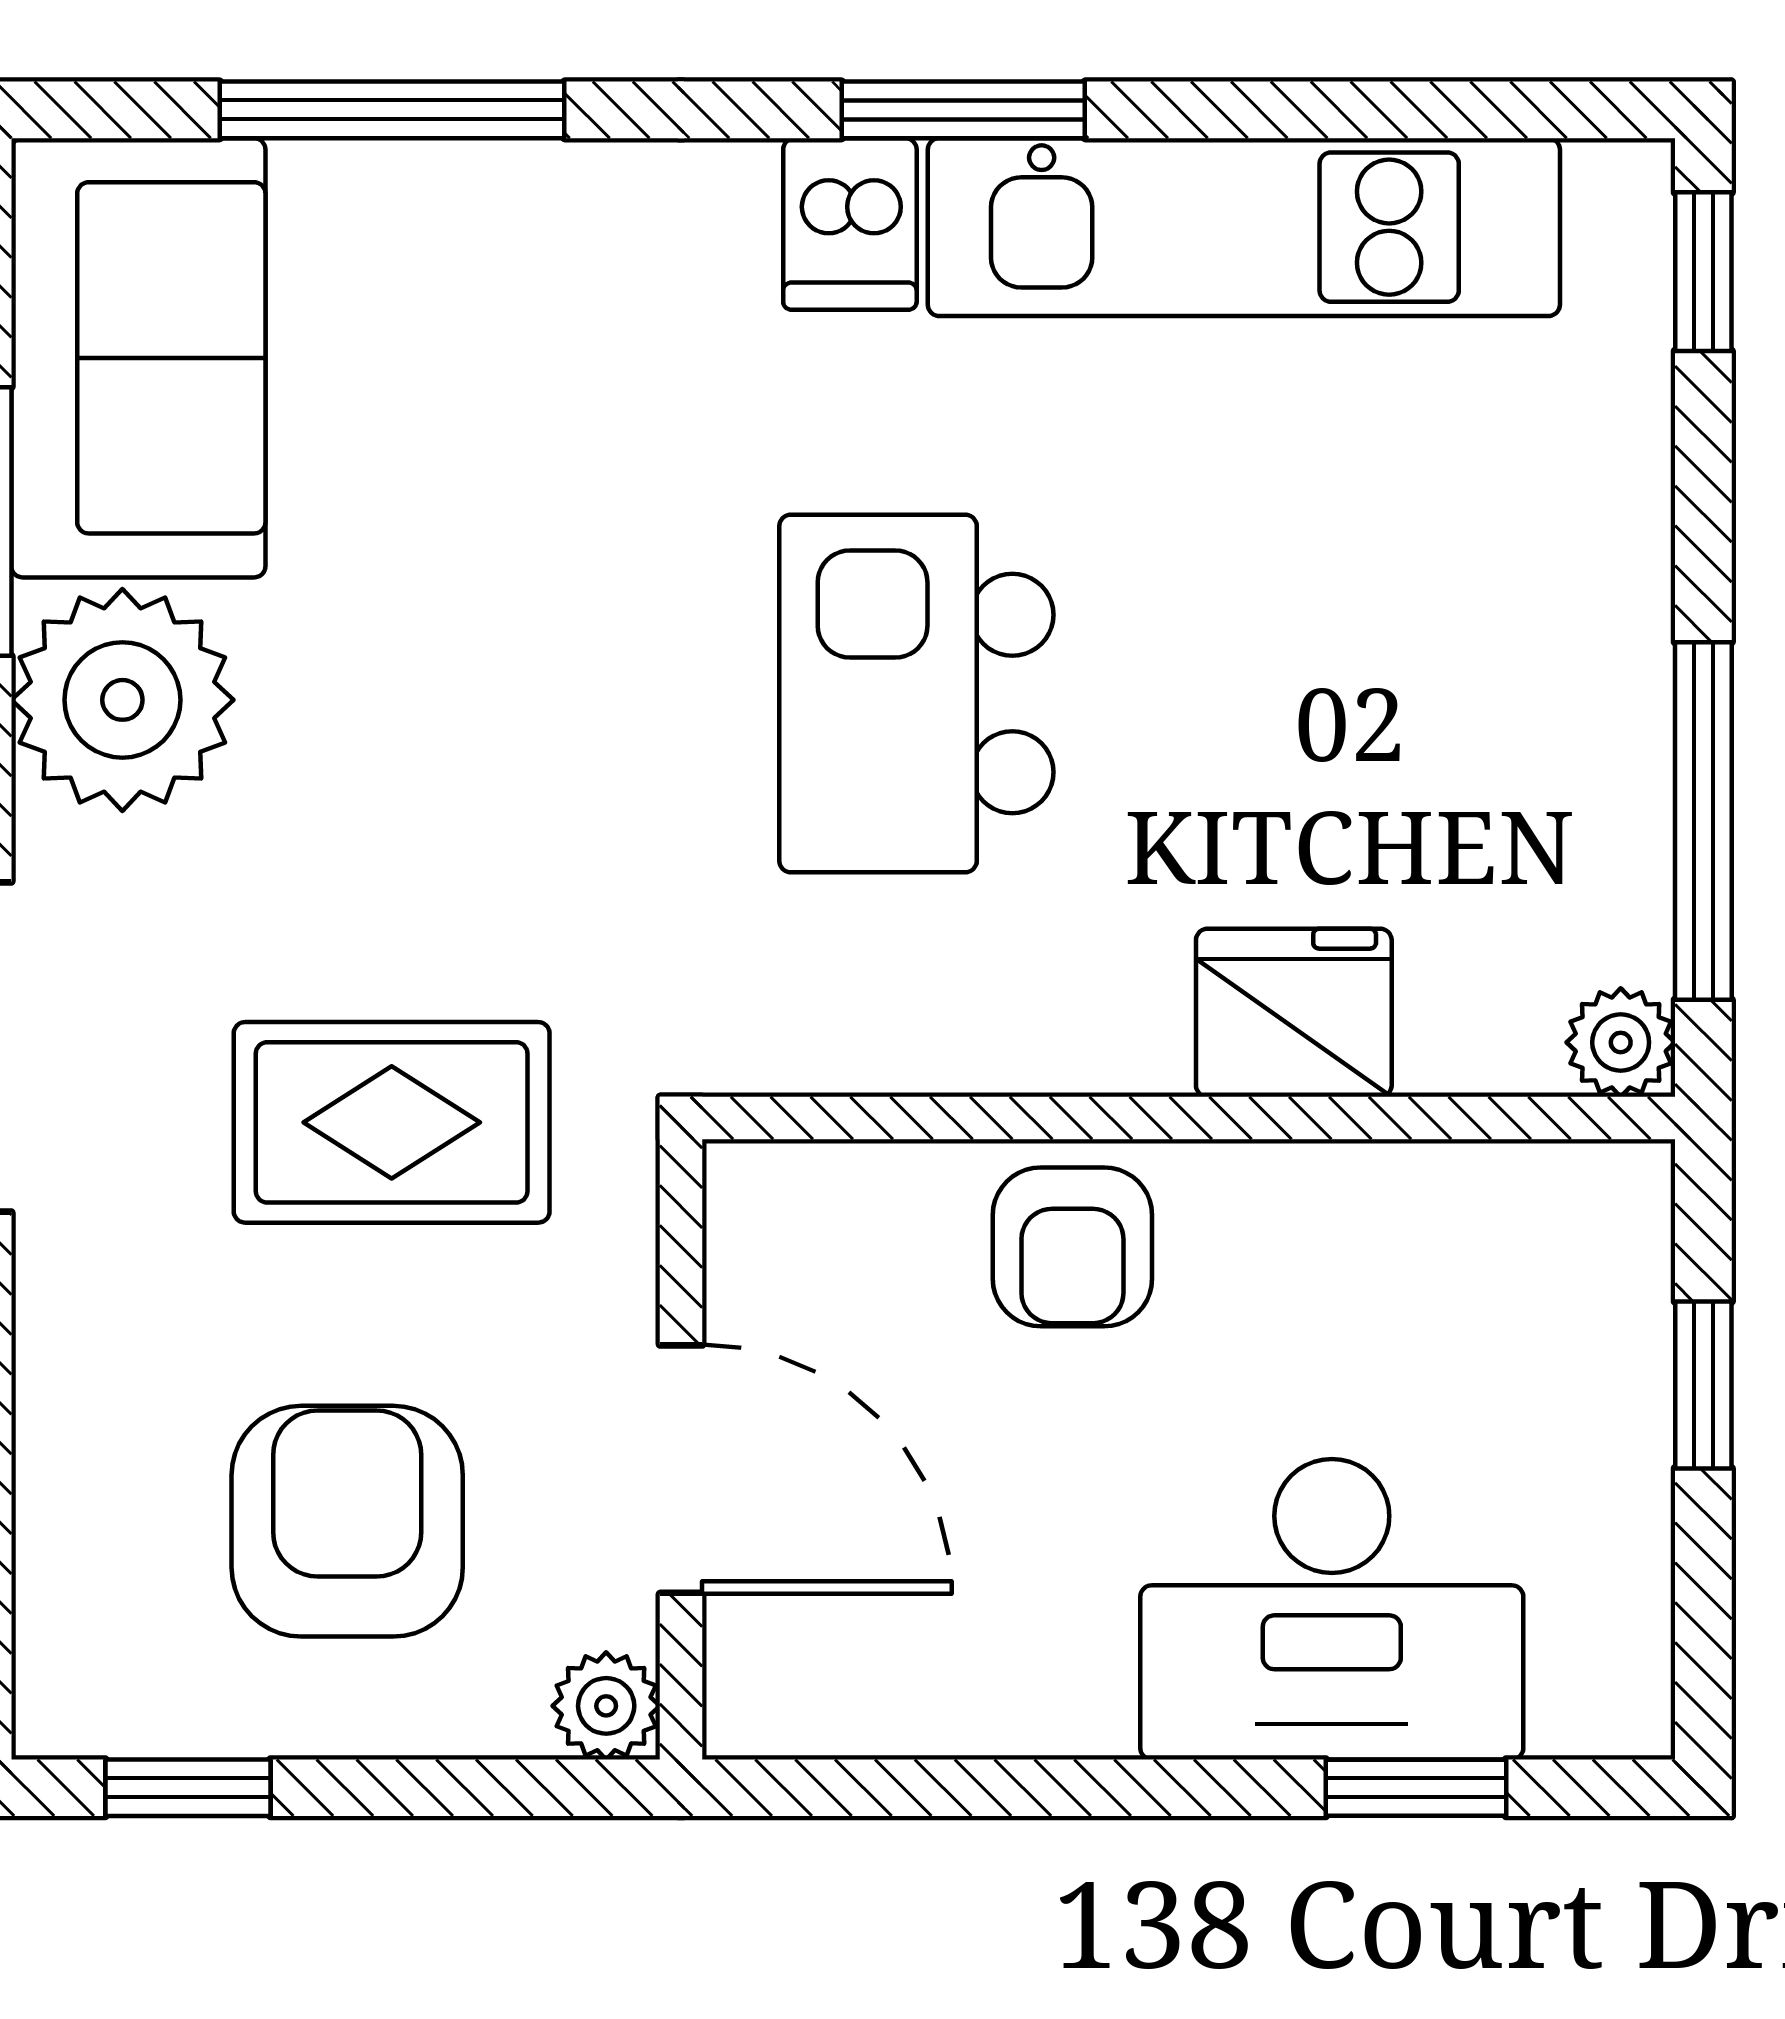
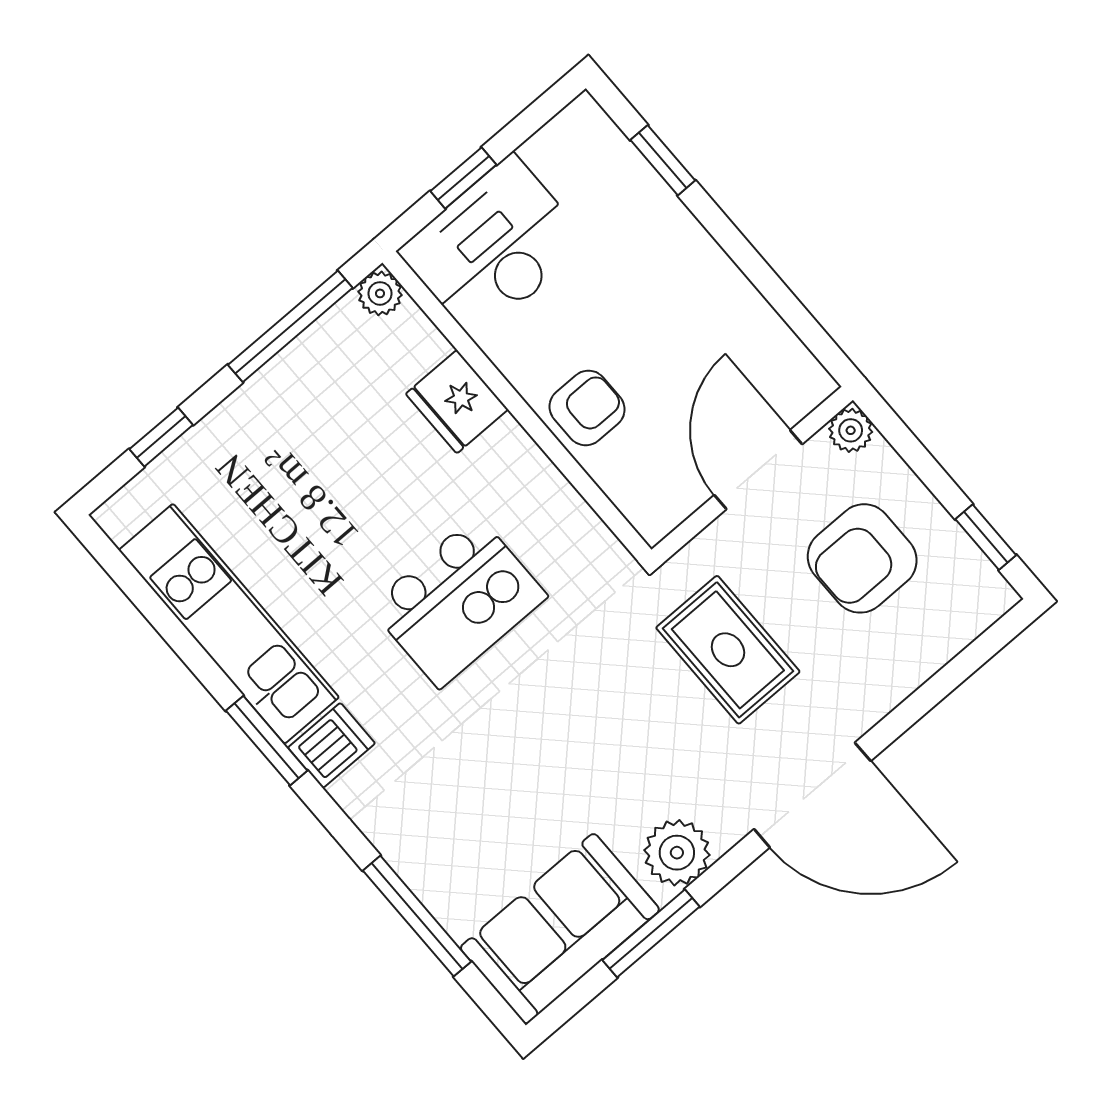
window: (1703, 272) -> (161, 437), moved
plant: (122, 700) -> (677, 853), width x0.73, depth x0.73
desk: (1332, 1609) -> (494, 247), moved, turned -90

